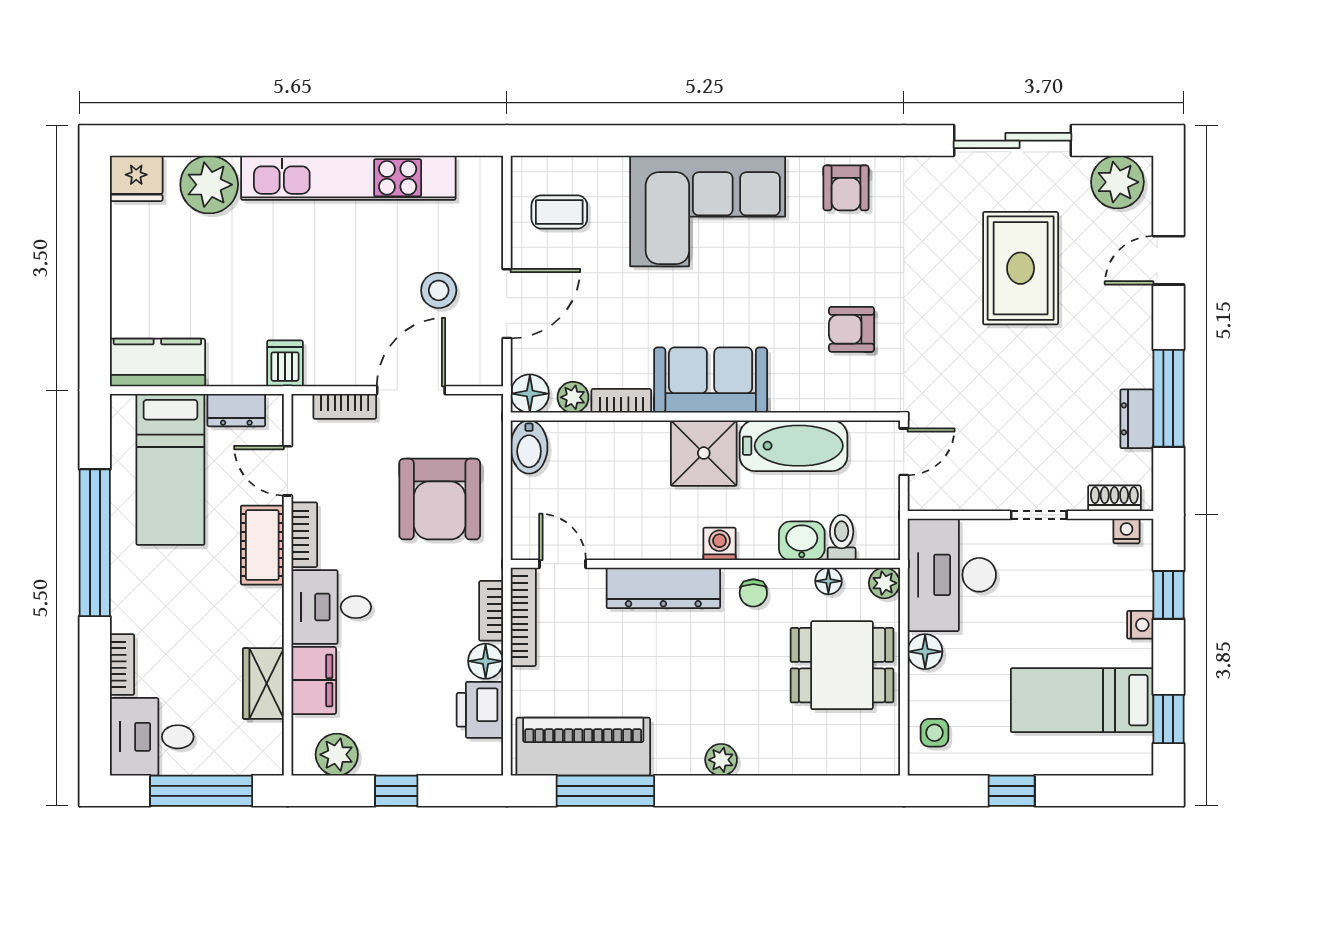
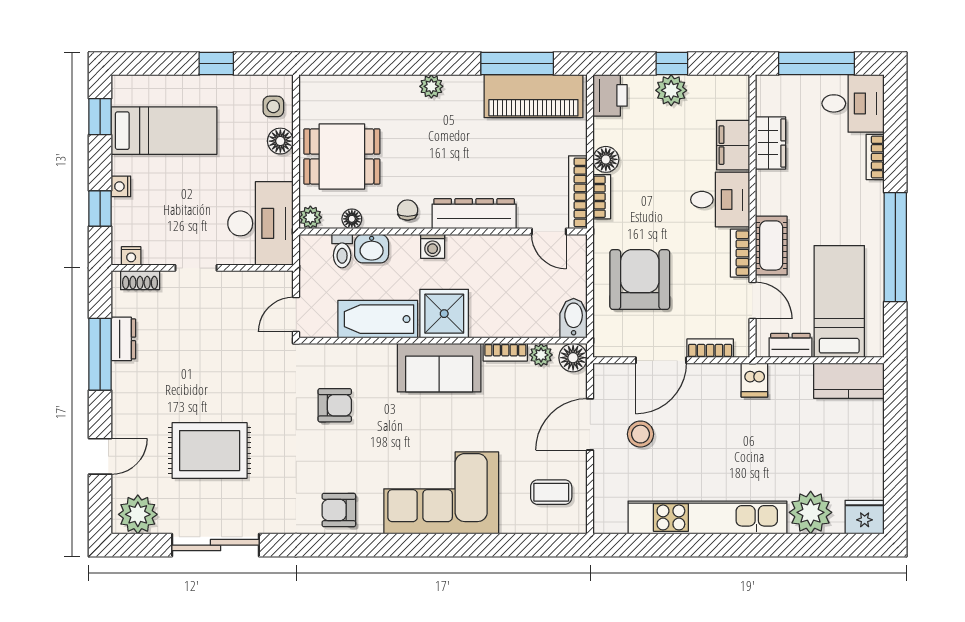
armchair: (846, 188) -> (339, 510), turned -90
rug: (1021, 268) -> (210, 451), turned 90
floor lamp: (925, 652) -> (280, 141), moved
printer: (480, 710) -> (610, 95), moved
plant: (337, 755) -> (671, 90), moved

